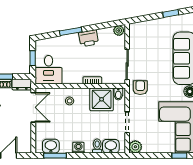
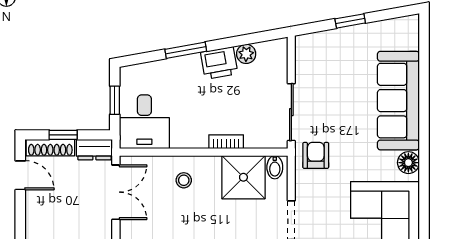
window: (171, 14) -> (350, 21), moved
plant: (119, 31) -> (246, 54), moved

